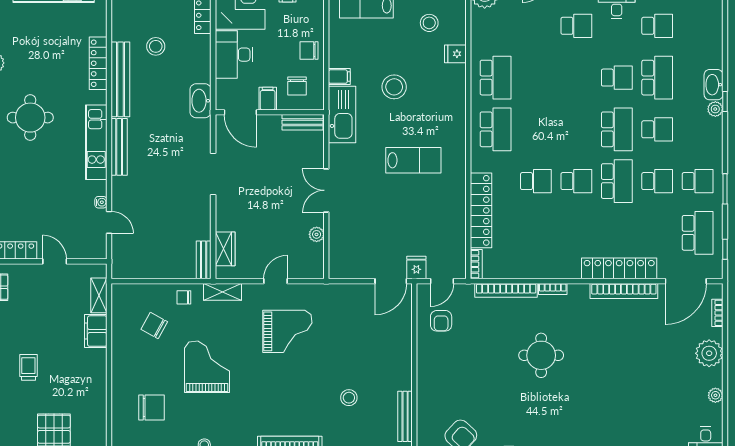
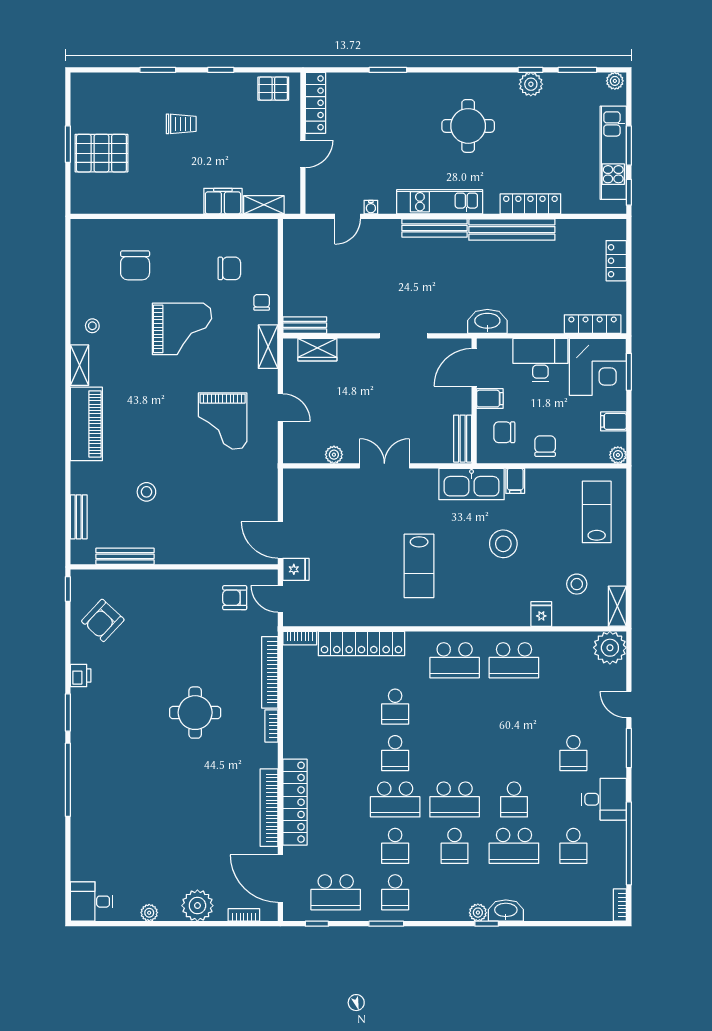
stool: (156, 46) -> (550, 270), removed
chair: (154, 326) -> (229, 268), turned 61

